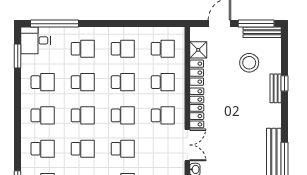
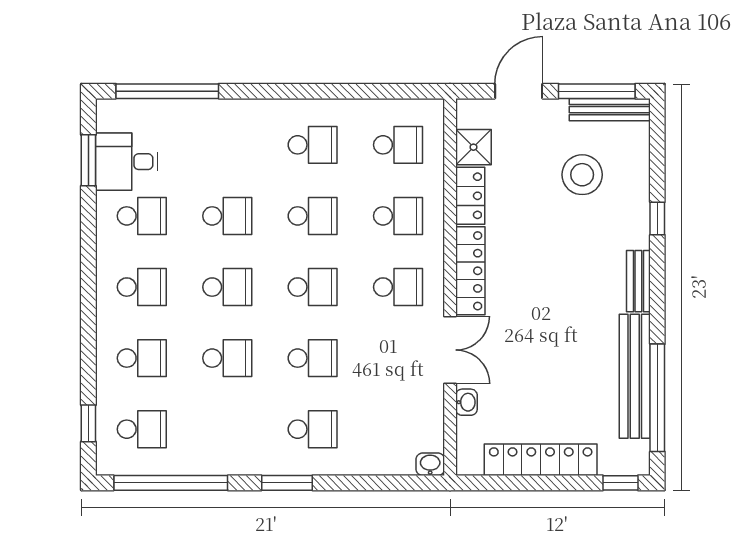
desk: (36, 40) -> (127, 162), moved
school desk: (83, 49) -> (227, 145), removed
bench: (276, 88) -> (638, 281), moved

